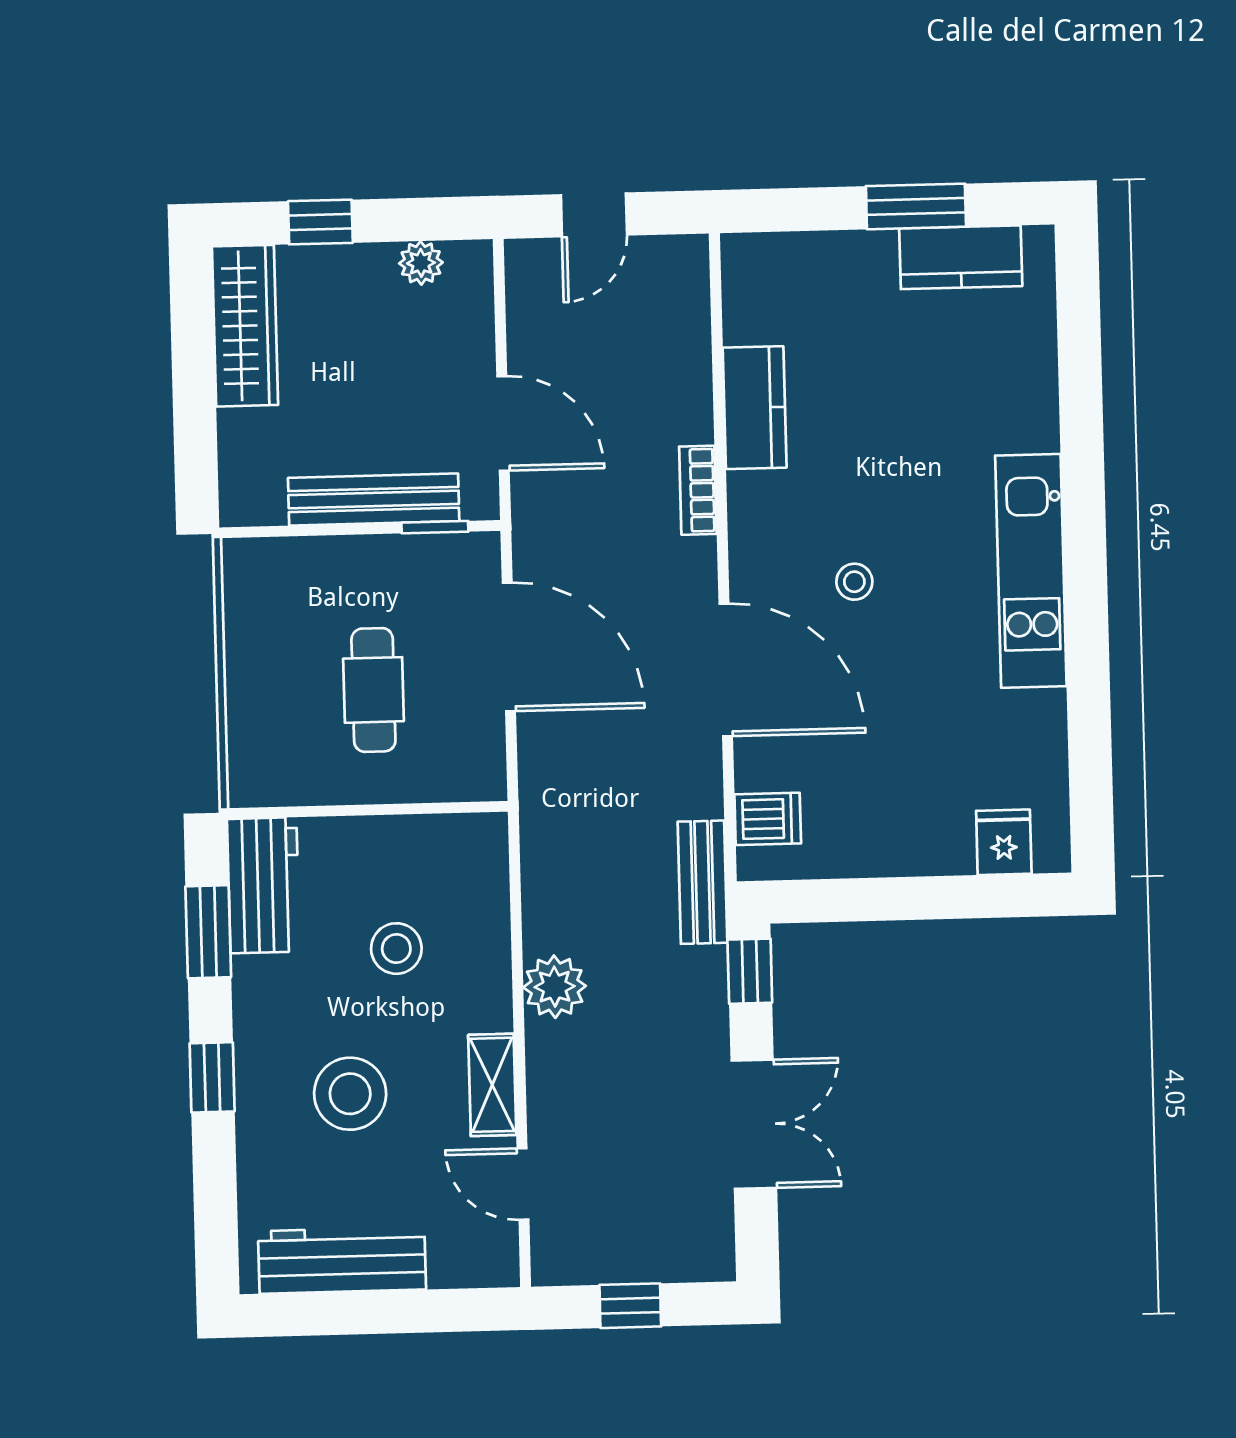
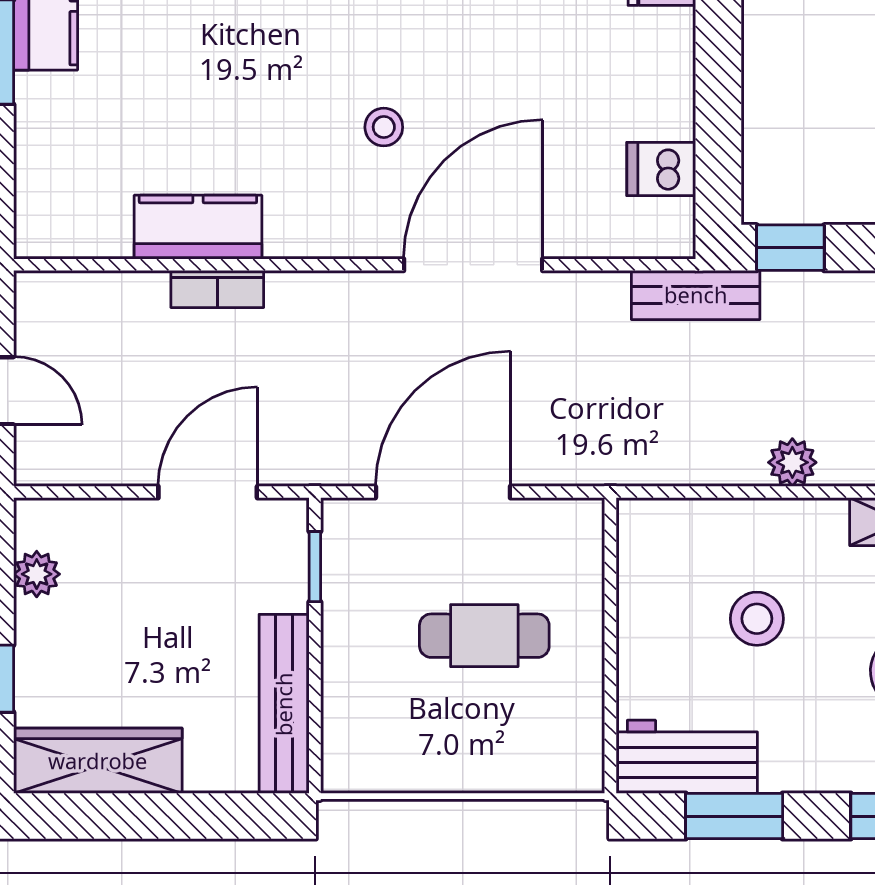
bookcase: (698, 490) -> (217, 289), moved
bench: (374, 499) -> (284, 704), moved
dishwasher: (768, 819) -> (661, 169), moved, turned -90
plant: (555, 987) -> (792, 462), width x0.73, depth x0.73

